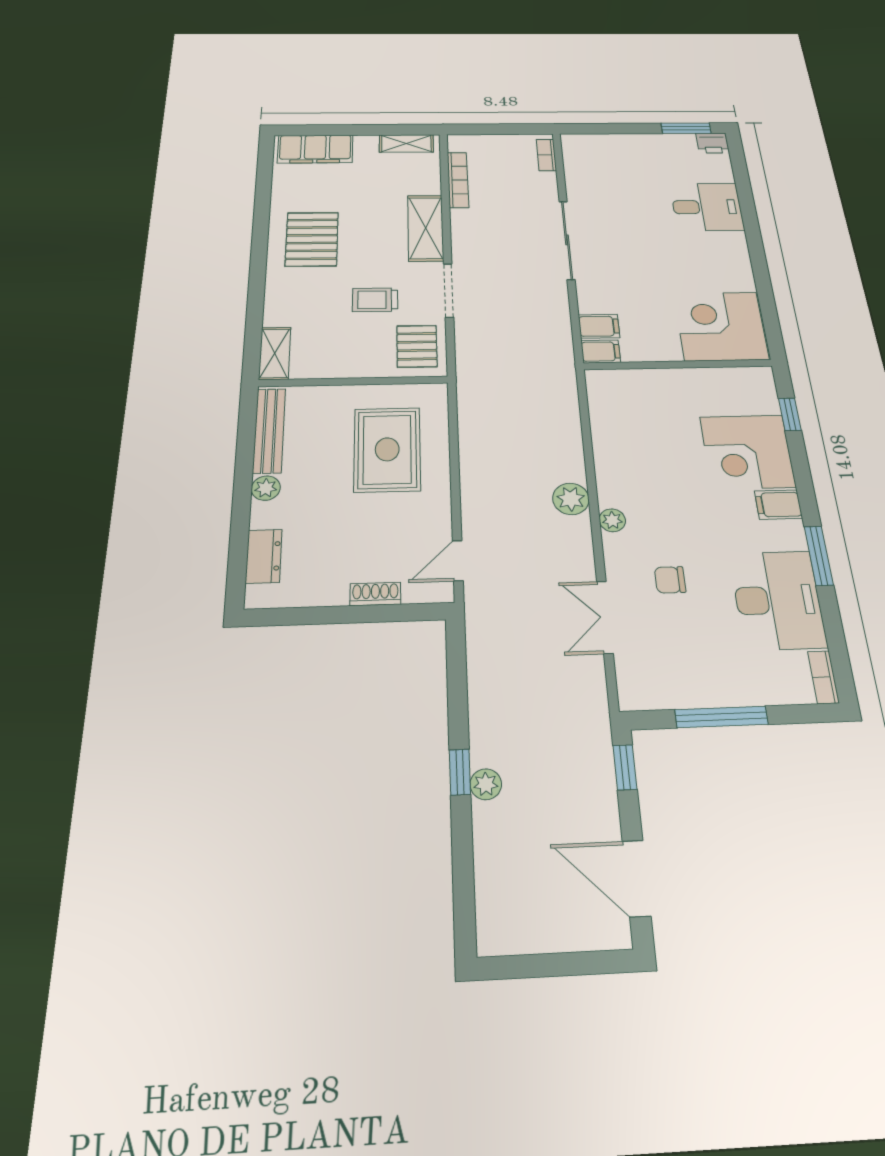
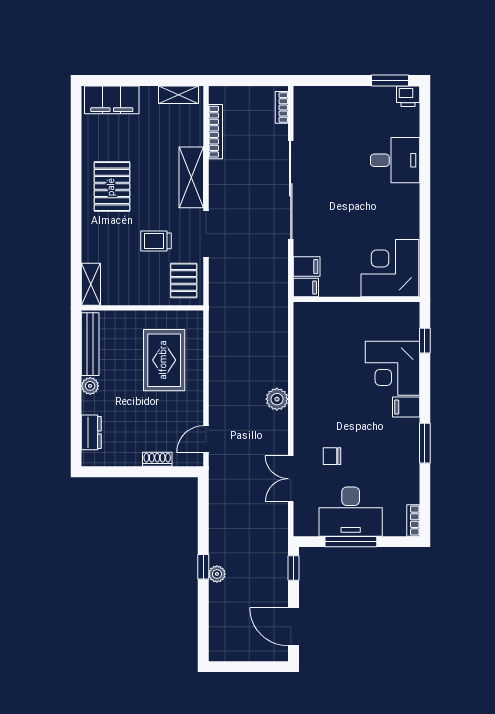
sliding door: (567, 240) -> (291, 190), width x1.36
plant: (612, 520) -> (301, 415), removed
desk: (778, 600) -> (351, 512), moved, turned 90

